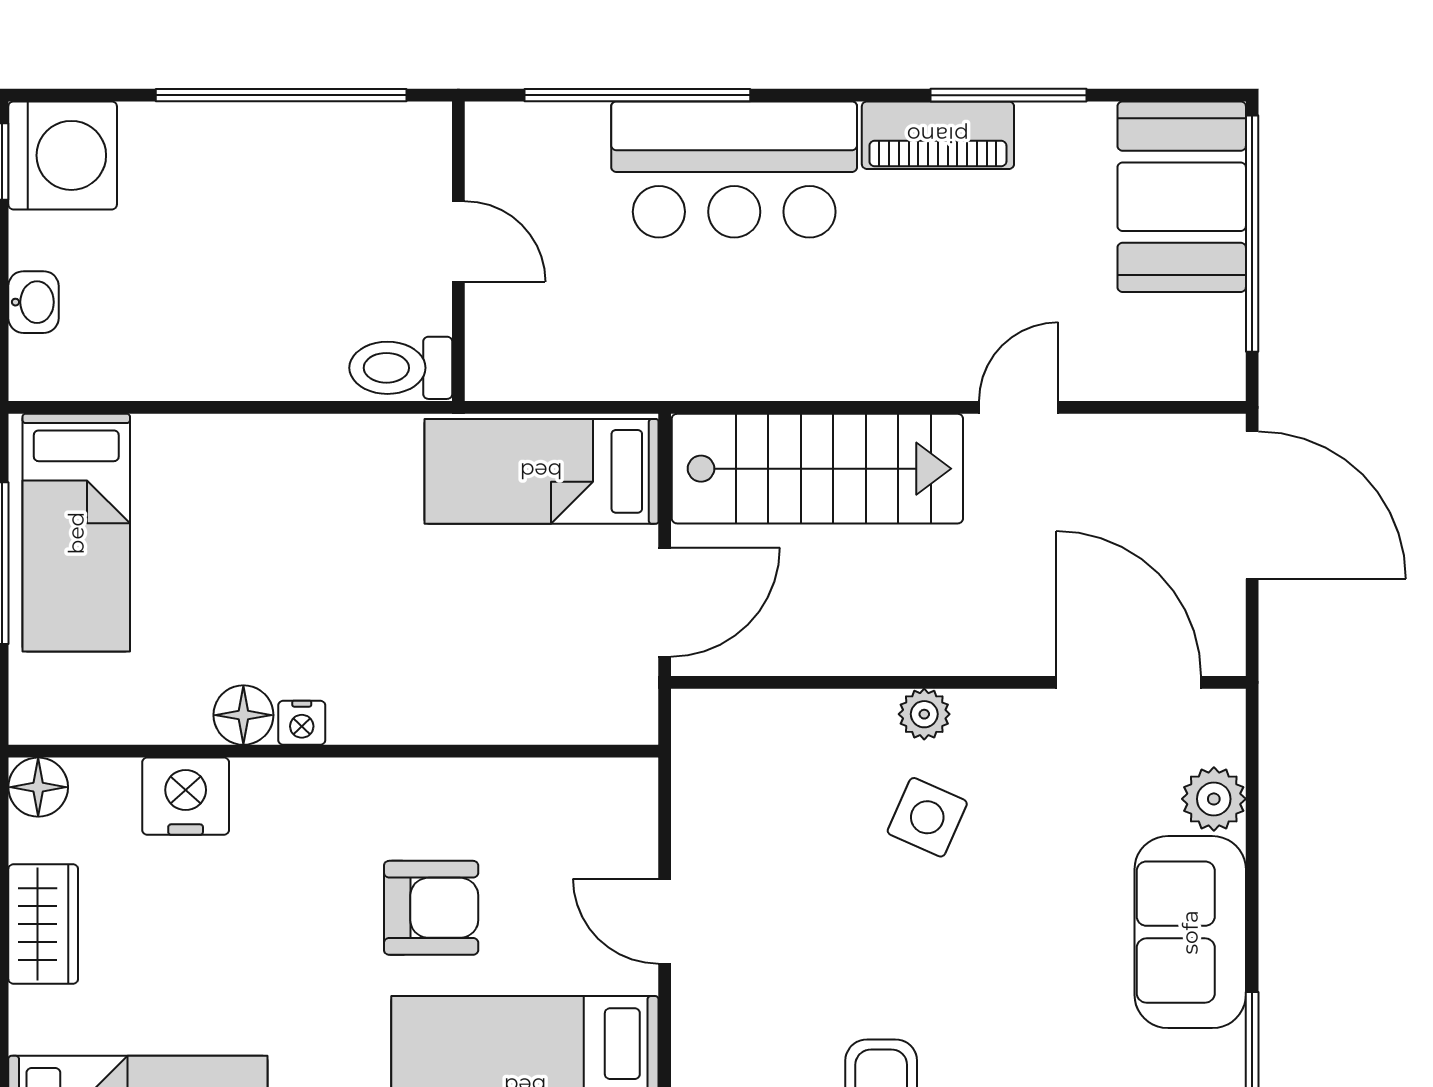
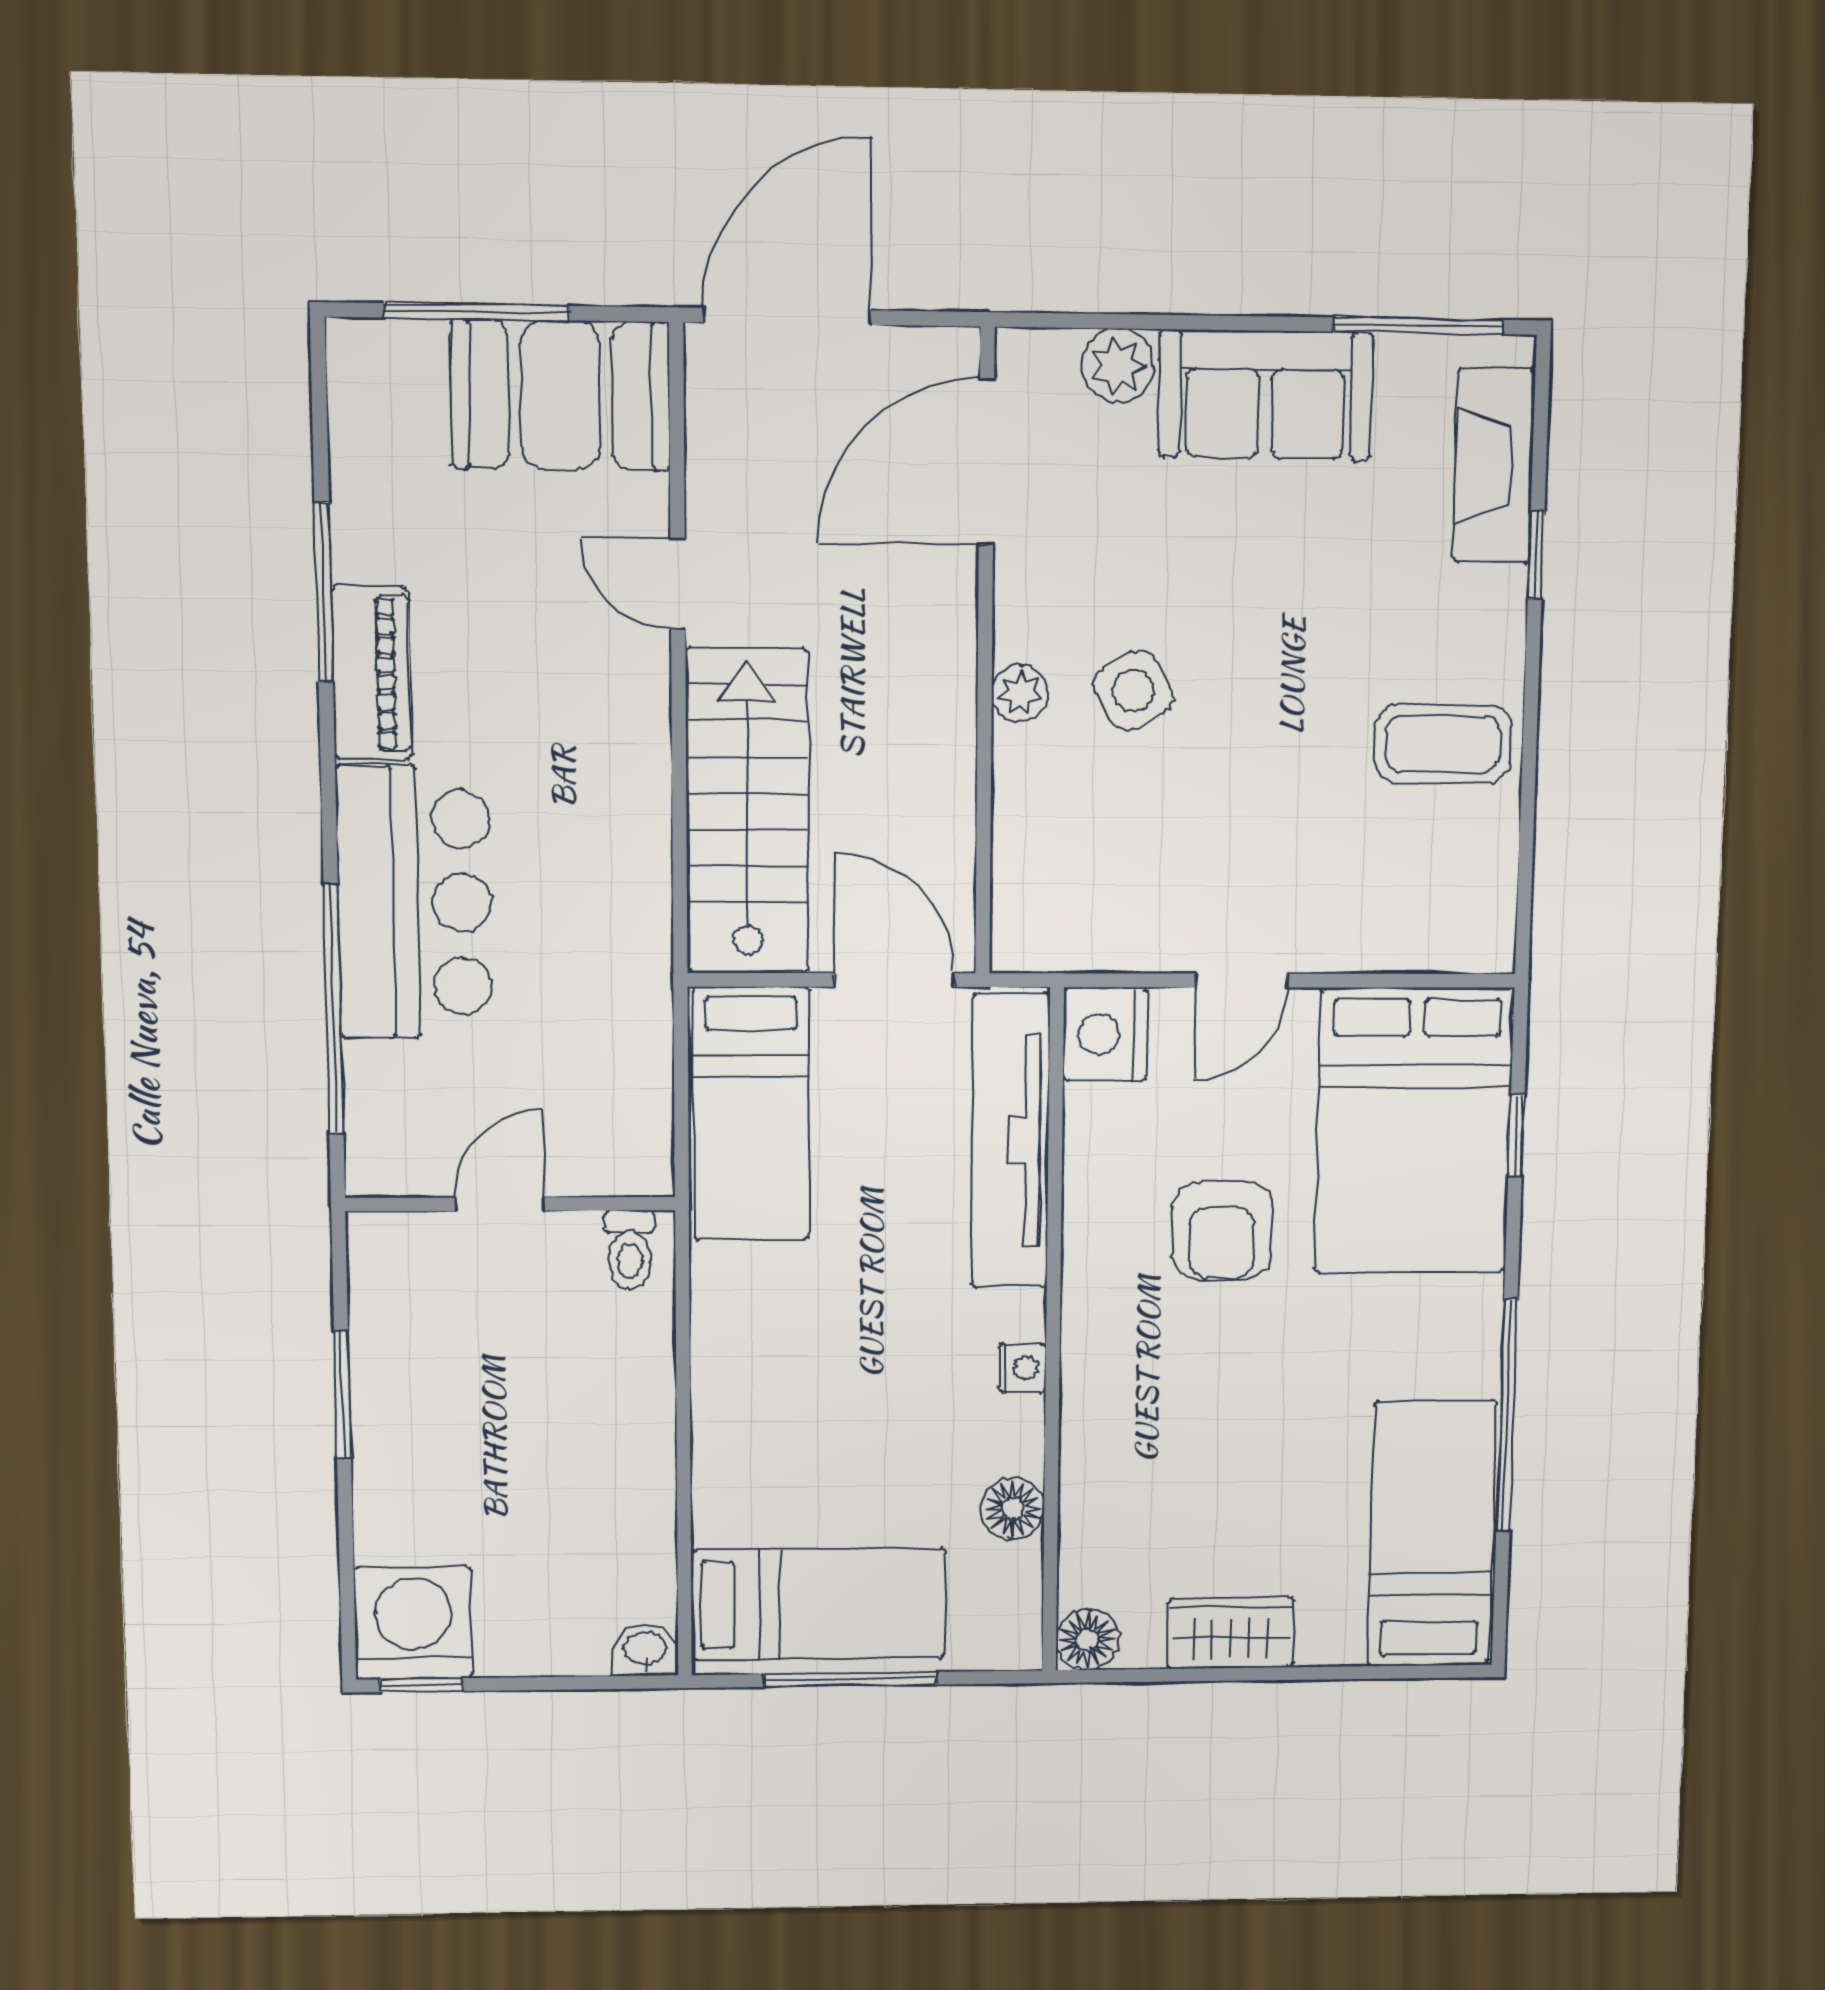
window: (281, 95) -> (343, 1395), width x0.47
booth: (1182, 197) -> (561, 395), moved
window: (1252, 234) -> (477, 312), width x0.68
washbasin: (34, 302) -> (645, 1650), moved
toilet: (401, 368) -> (630, 1250), width x0.73, depth x0.72
tv unit: (516, 710) -> (1011, 1141), added
floor lamp: (243, 715) -> (1013, 1509), moved
nightstand: (186, 796) -> (1105, 1034), moved
side table: (927, 817) -> (1133, 691), turned 36
armchair: (431, 908) -> (1222, 1231), turned 180

